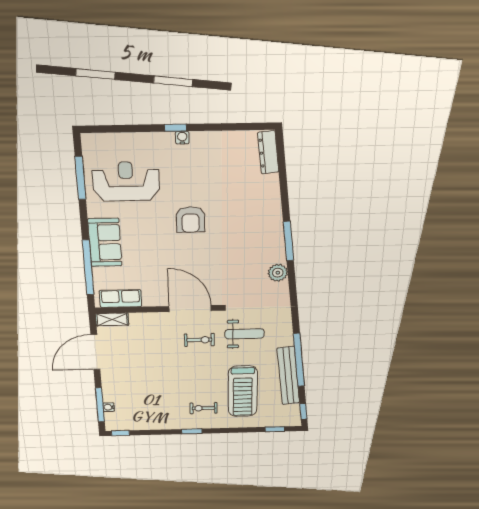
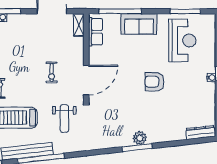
plant: (278, 273) -> (140, 138), moved
exercise bike: (199, 340) -> (52, 72), moved

